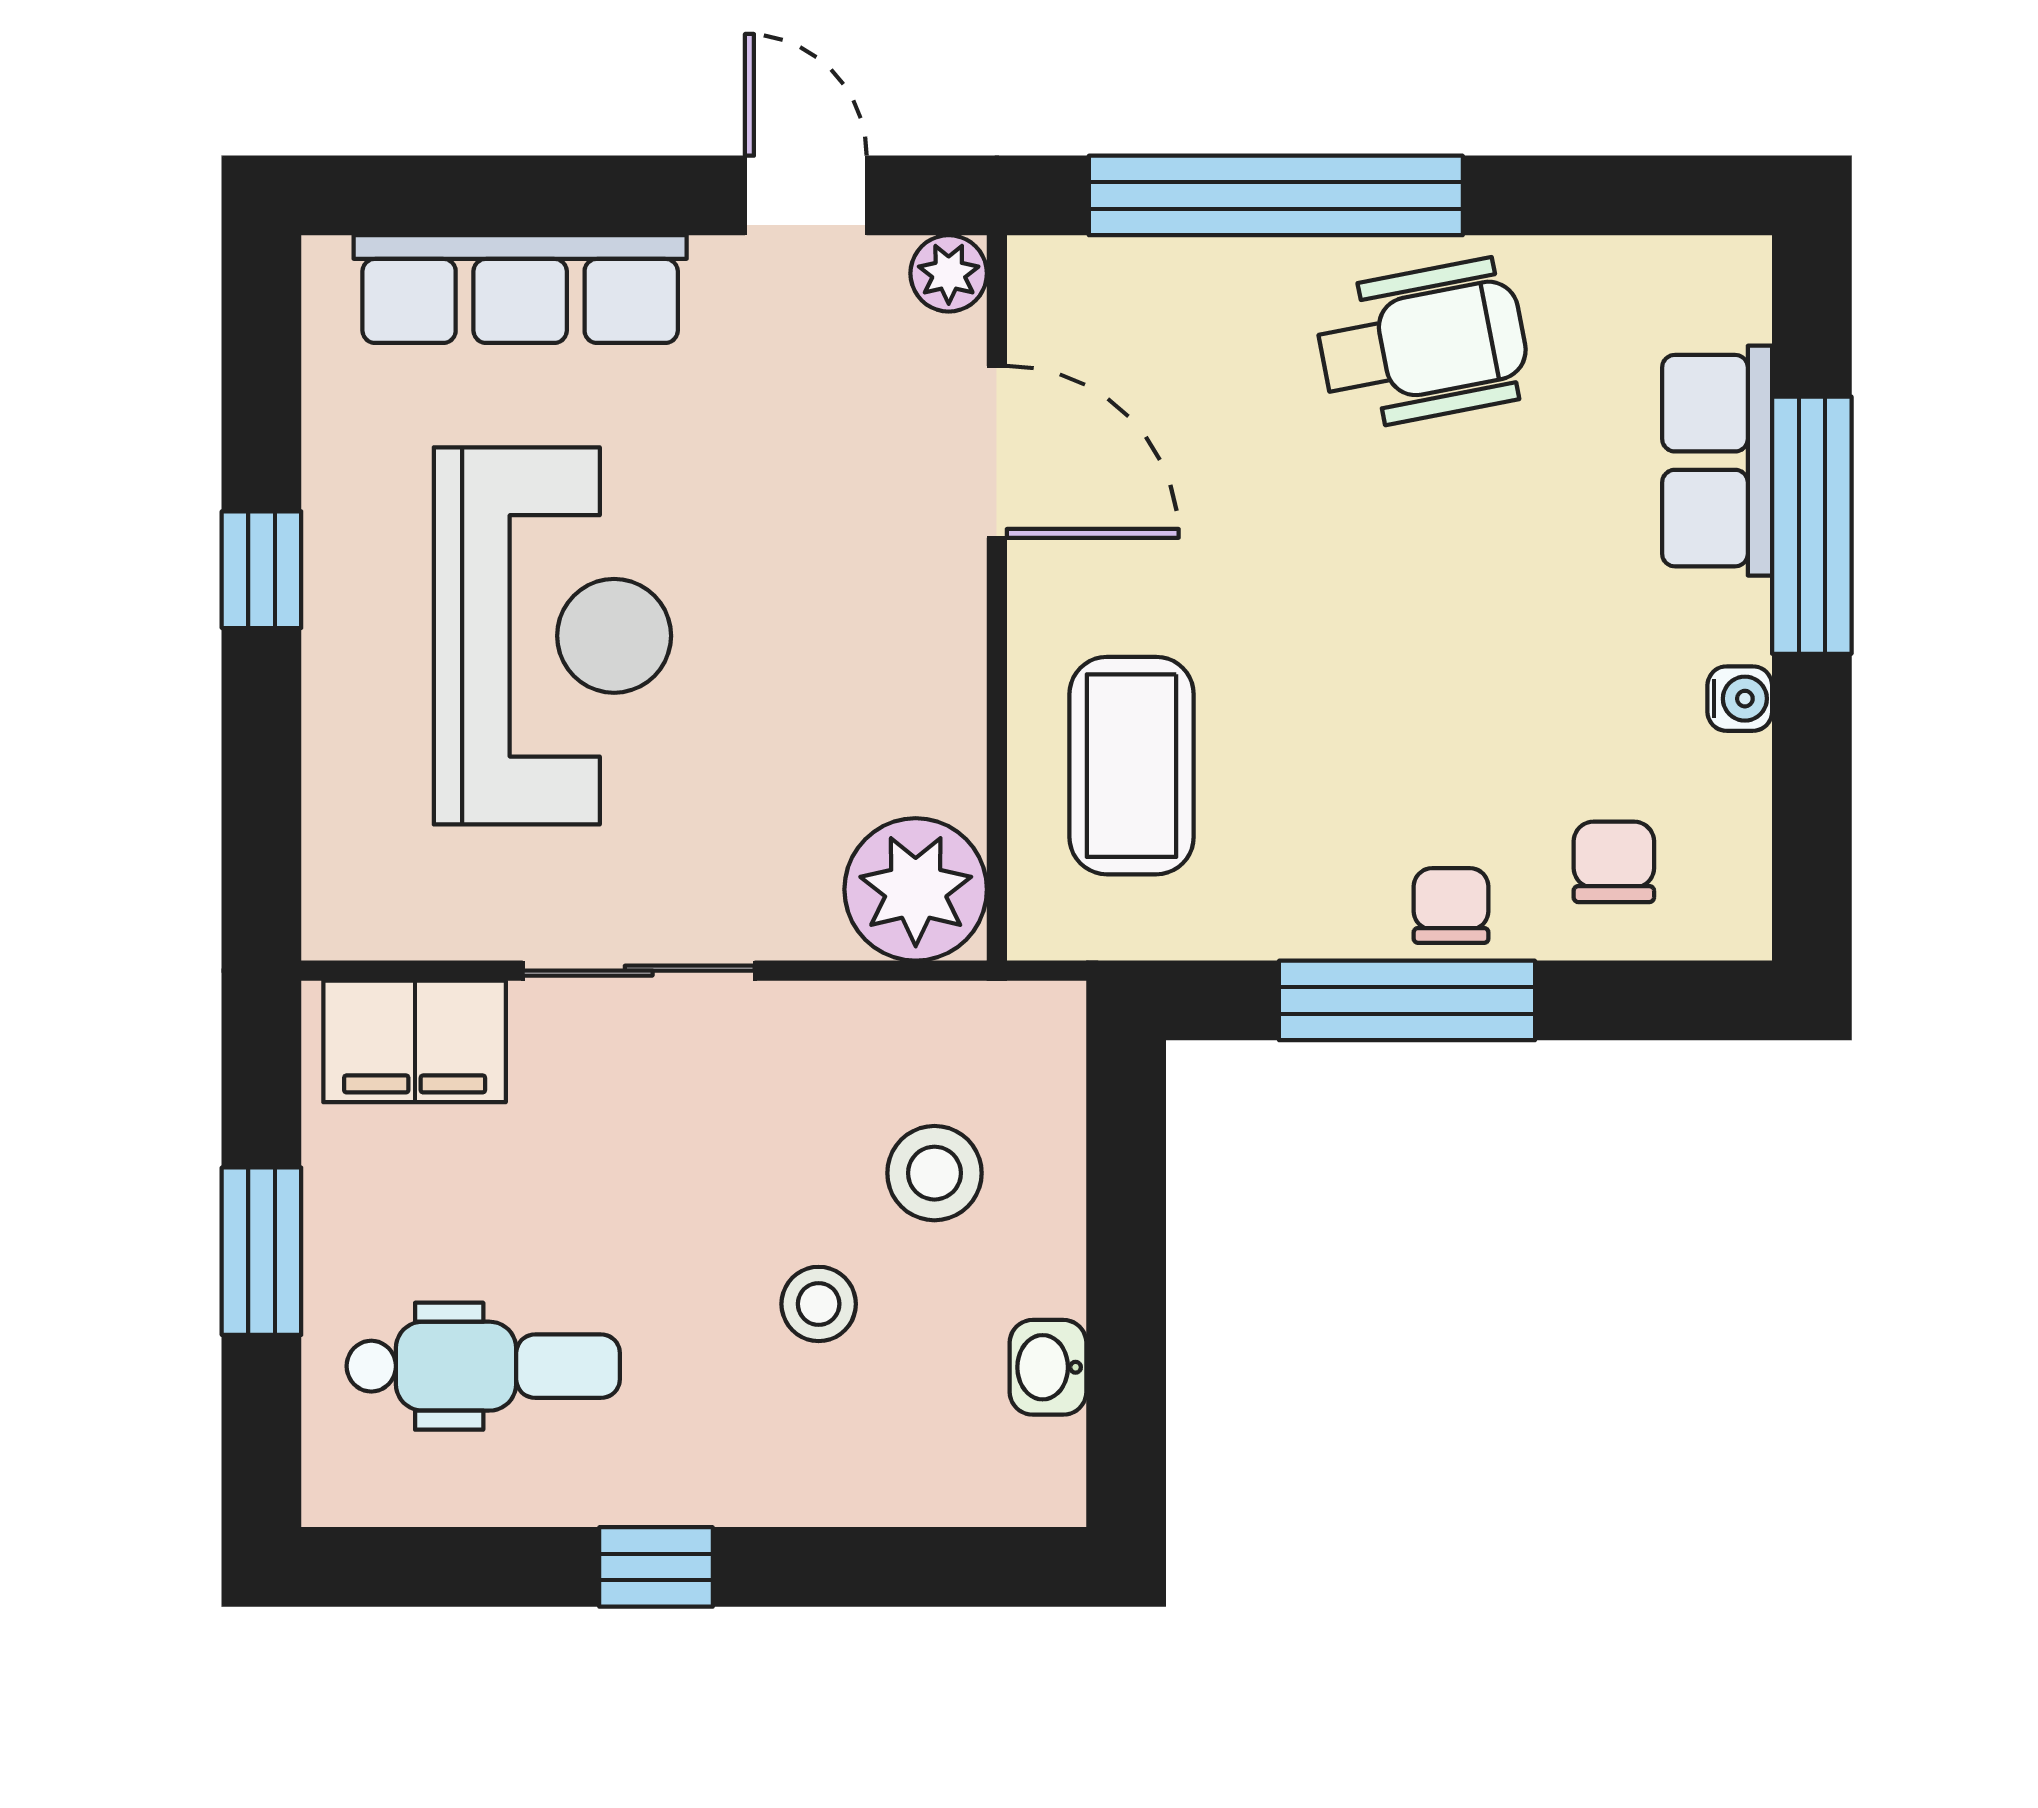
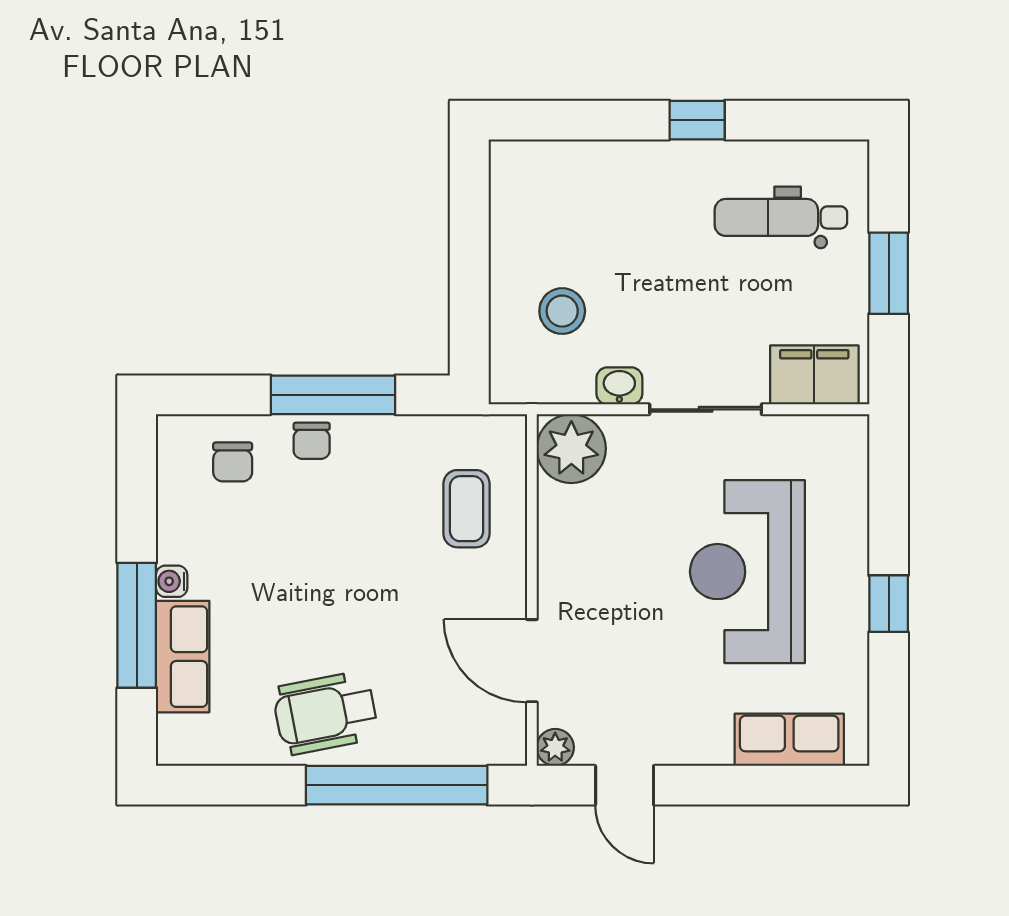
row of seats: (520, 289) -> (789, 740), width x0.68
water cooler: (1740, 699) -> (172, 581), moved
coffee table: (1132, 766) -> (467, 509), width x0.73, depth x0.77
stool: (819, 1304) -> (618, 248), removed
washbasin: (1048, 1367) -> (619, 386), moved, turned -90

